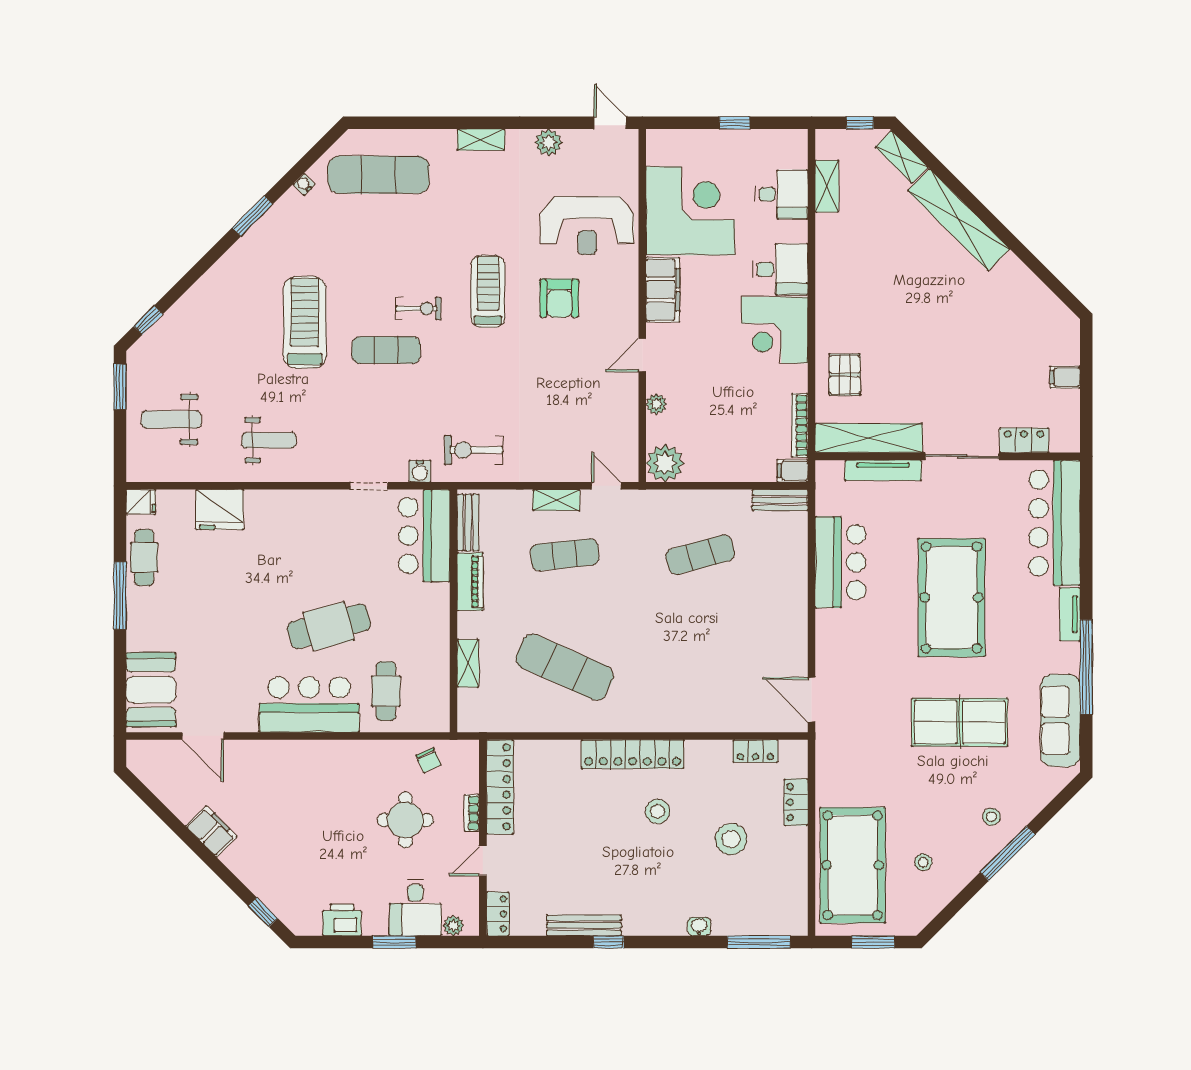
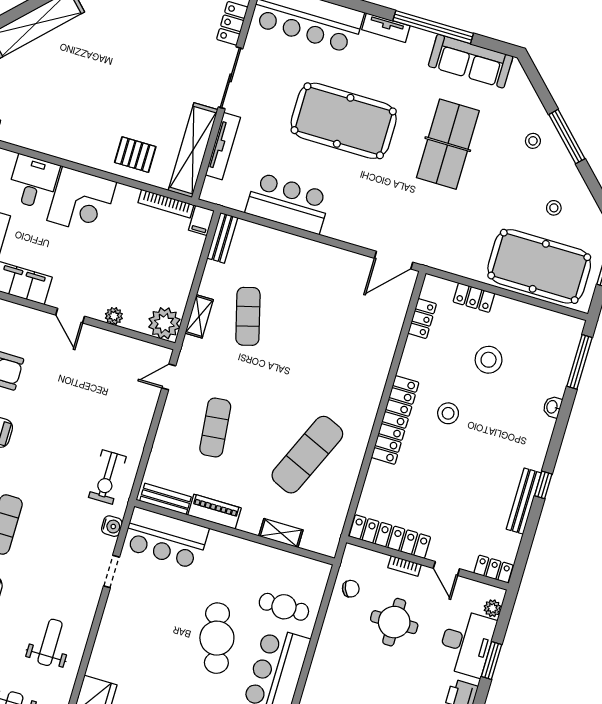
shelving: (556, 500) -> (199, 316), moved
desk: (415, 908) -> (466, 643), width x1.37

